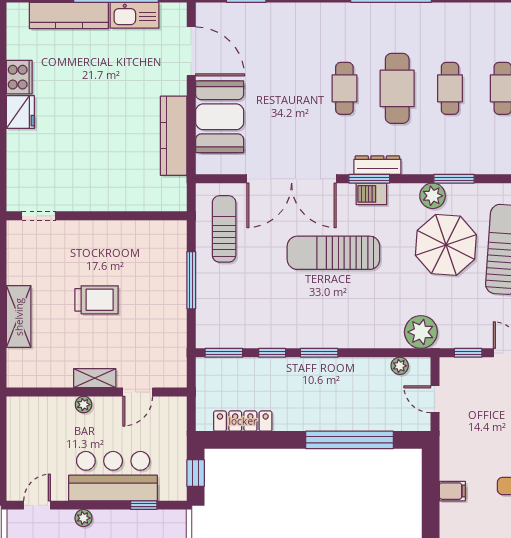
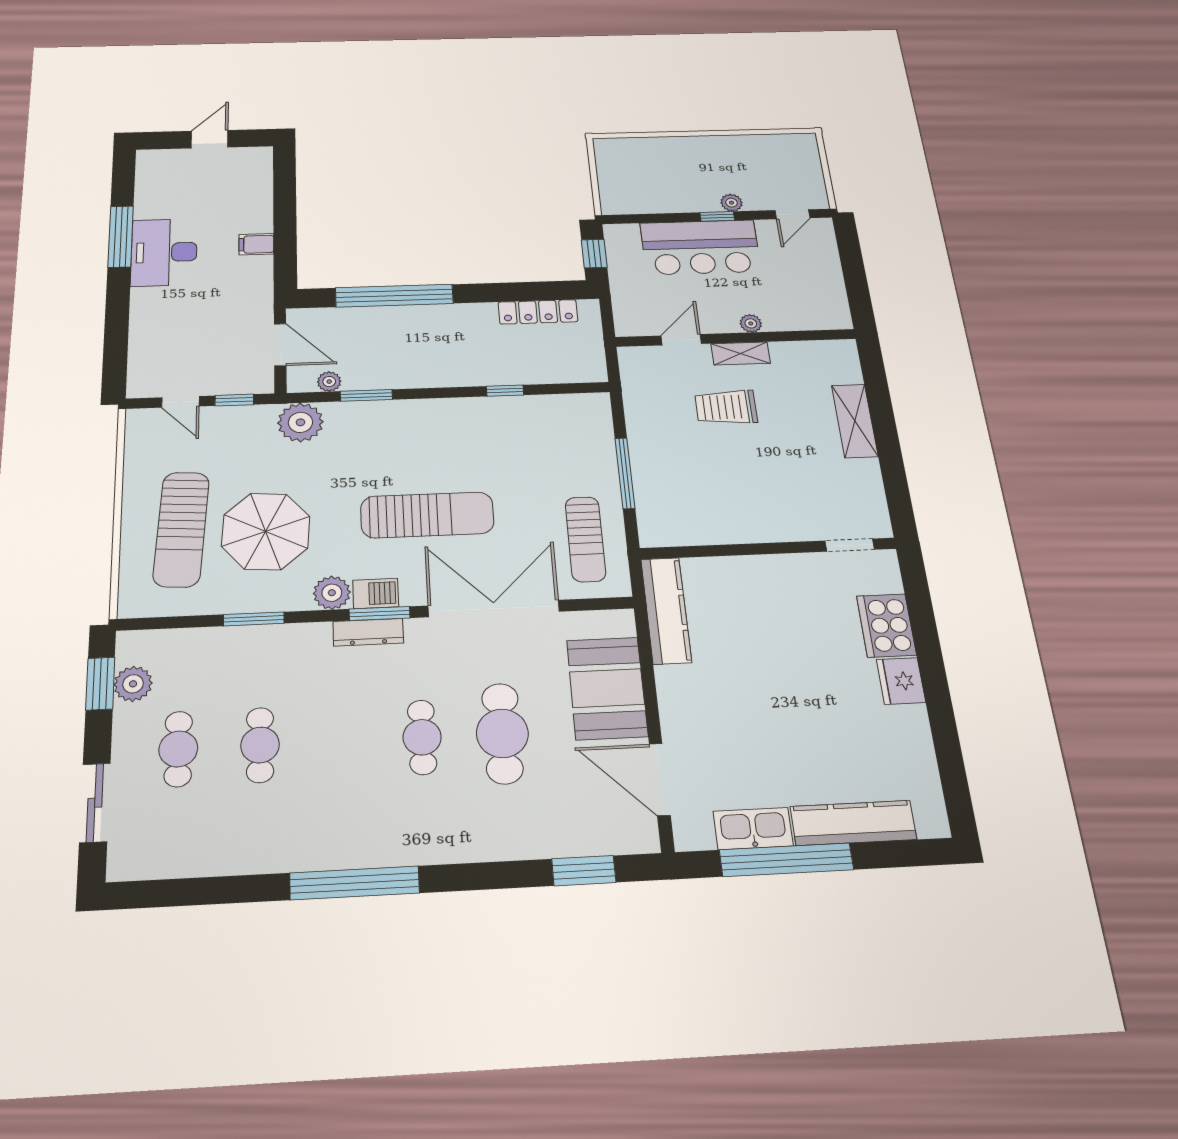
cooker: (19, 77) -> (886, 625), moved, width x1.37, depth x1.31
cafe table: (397, 88) -> (502, 733), moved
kitchen counter: (174, 136) -> (666, 610), moved
plant: (433, 196) -> (332, 593), moved
trolley: (97, 300) -> (726, 407), moved
window: (224, 353) -> (571, 388), removed
window: (319, 353) -> (366, 395), moved
door: (435, 399) -> (280, 345), width x1.38
window: (144, 505) -> (717, 216), moved

